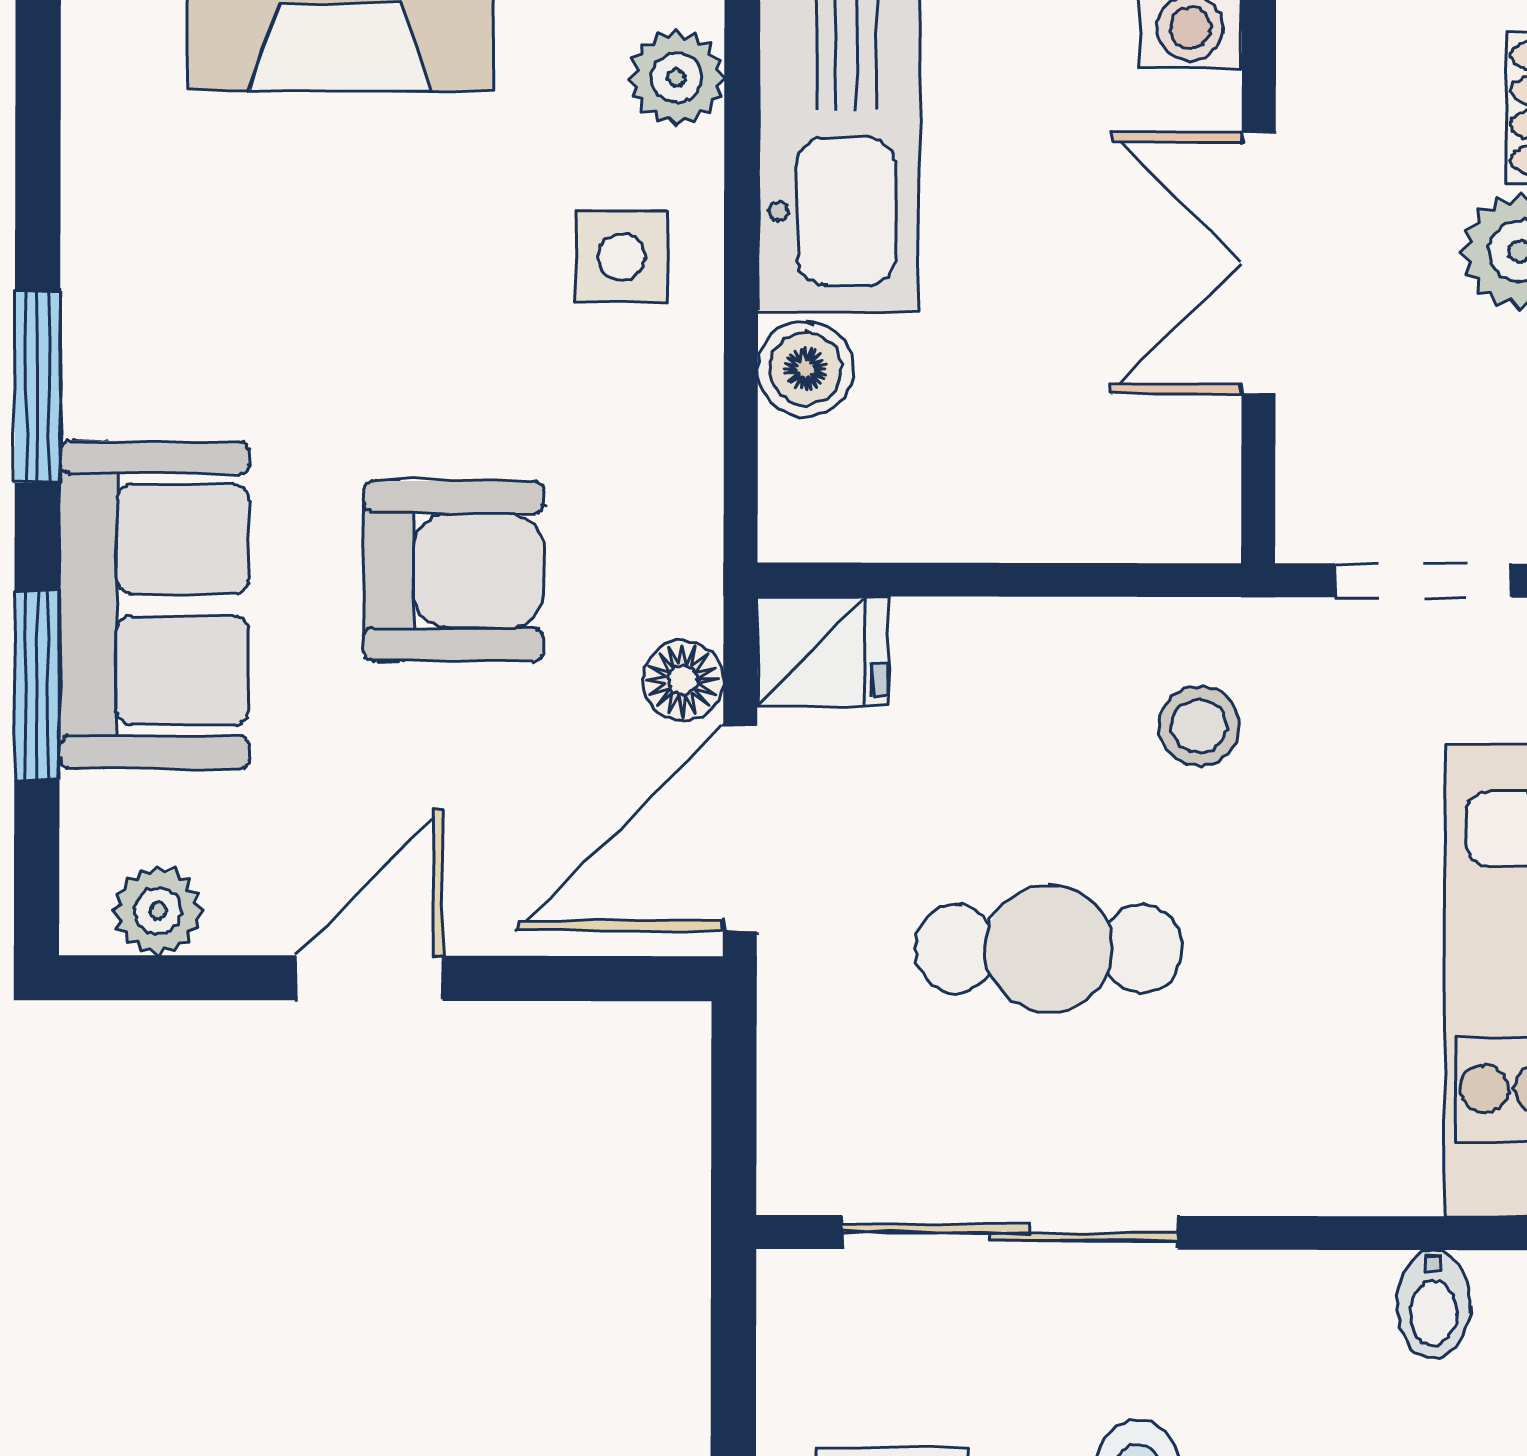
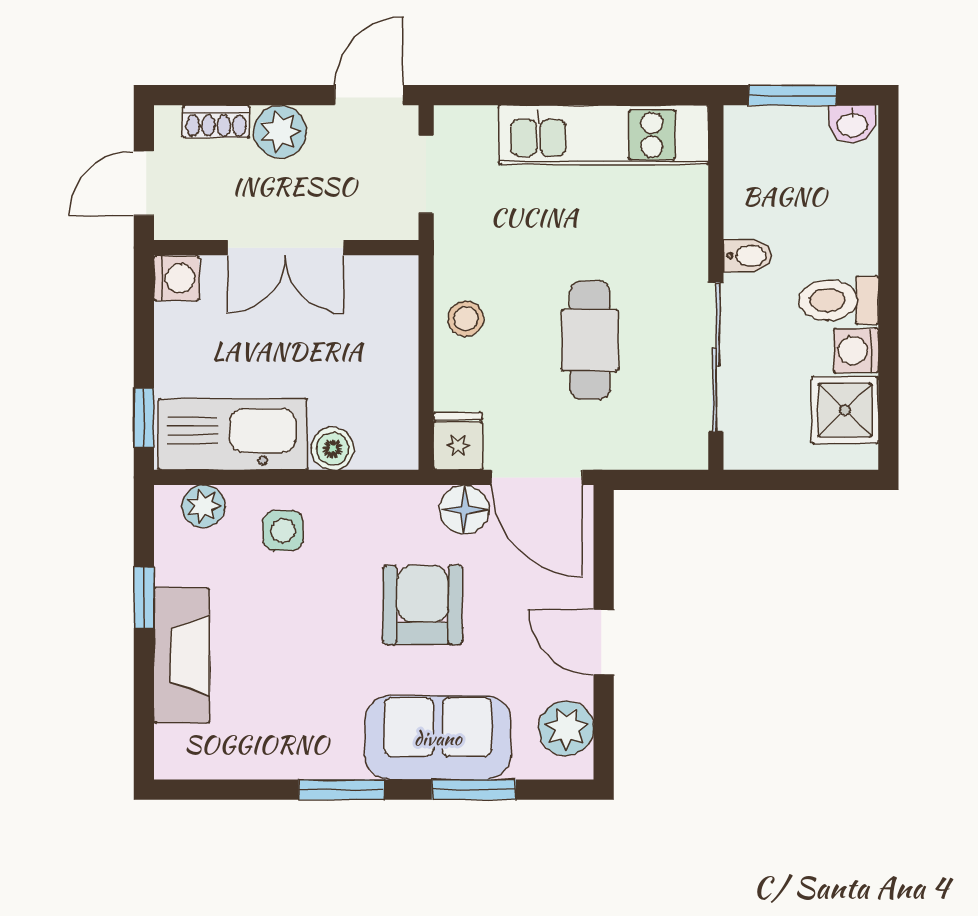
floor lamp: (683, 680) -> (464, 510), width x1.37, depth x1.37
stool: (1199, 726) -> (466, 319), moved
plant: (158, 910) -> (566, 728), width x1.38, depth x1.38
bidet: (1433, 1304) -> (748, 256), moved

